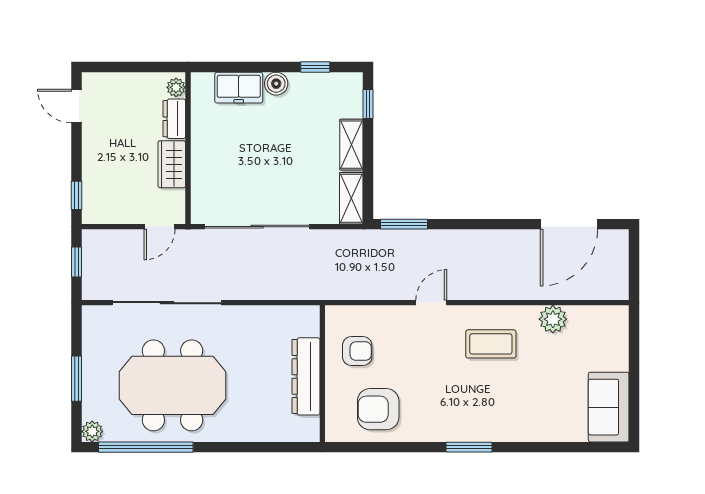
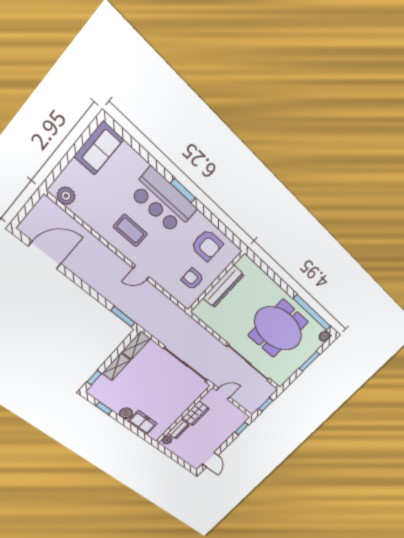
plant: (553, 319) -> (66, 196), moved
bar counter: (482, 414) -> (163, 201), added

